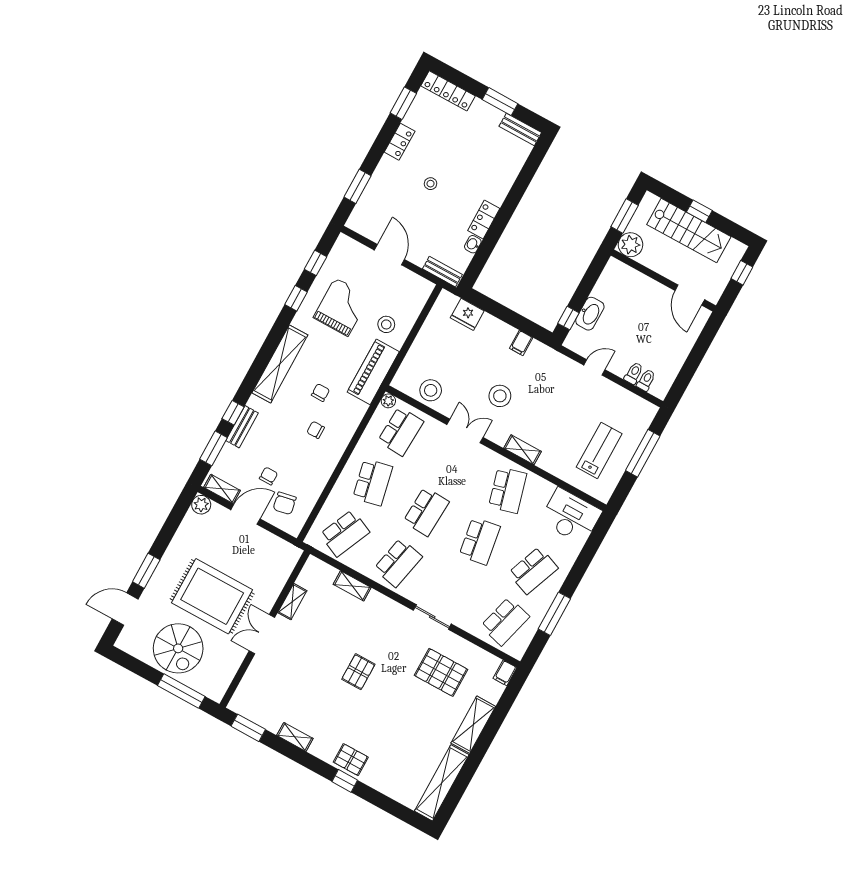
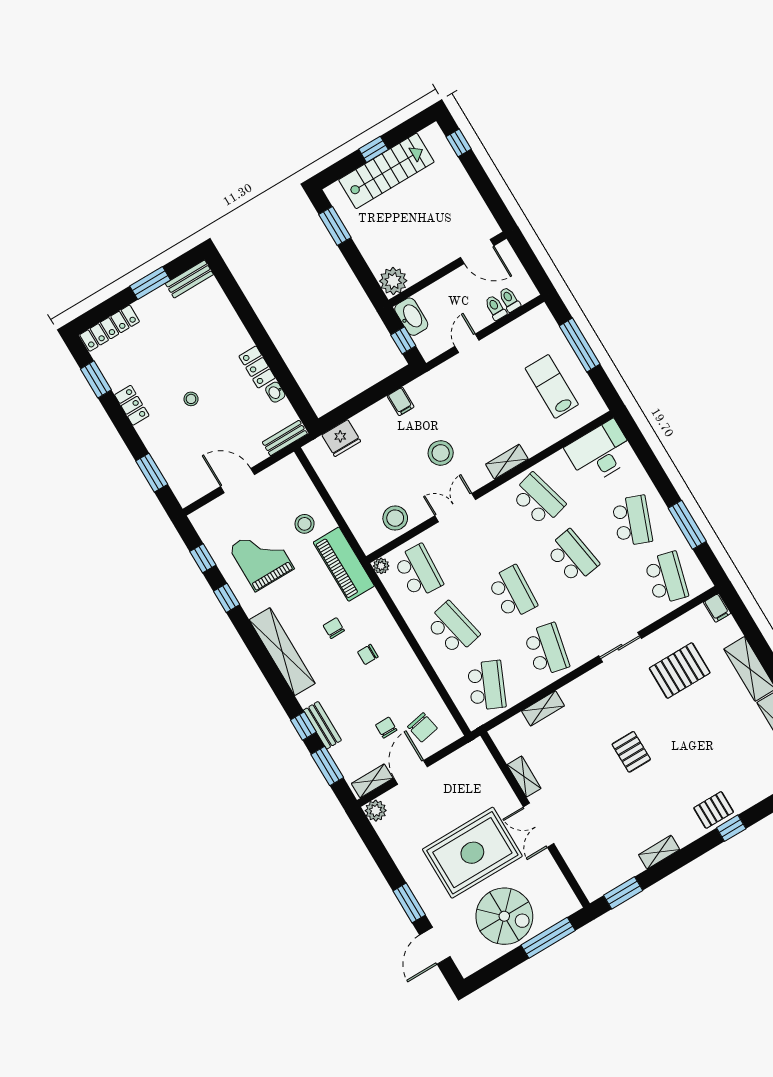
plant: (631, 245) -> (393, 281), moved
wall: (663, 281) -> (448, 269), moved
door: (690, 295) -> (477, 252), moved

